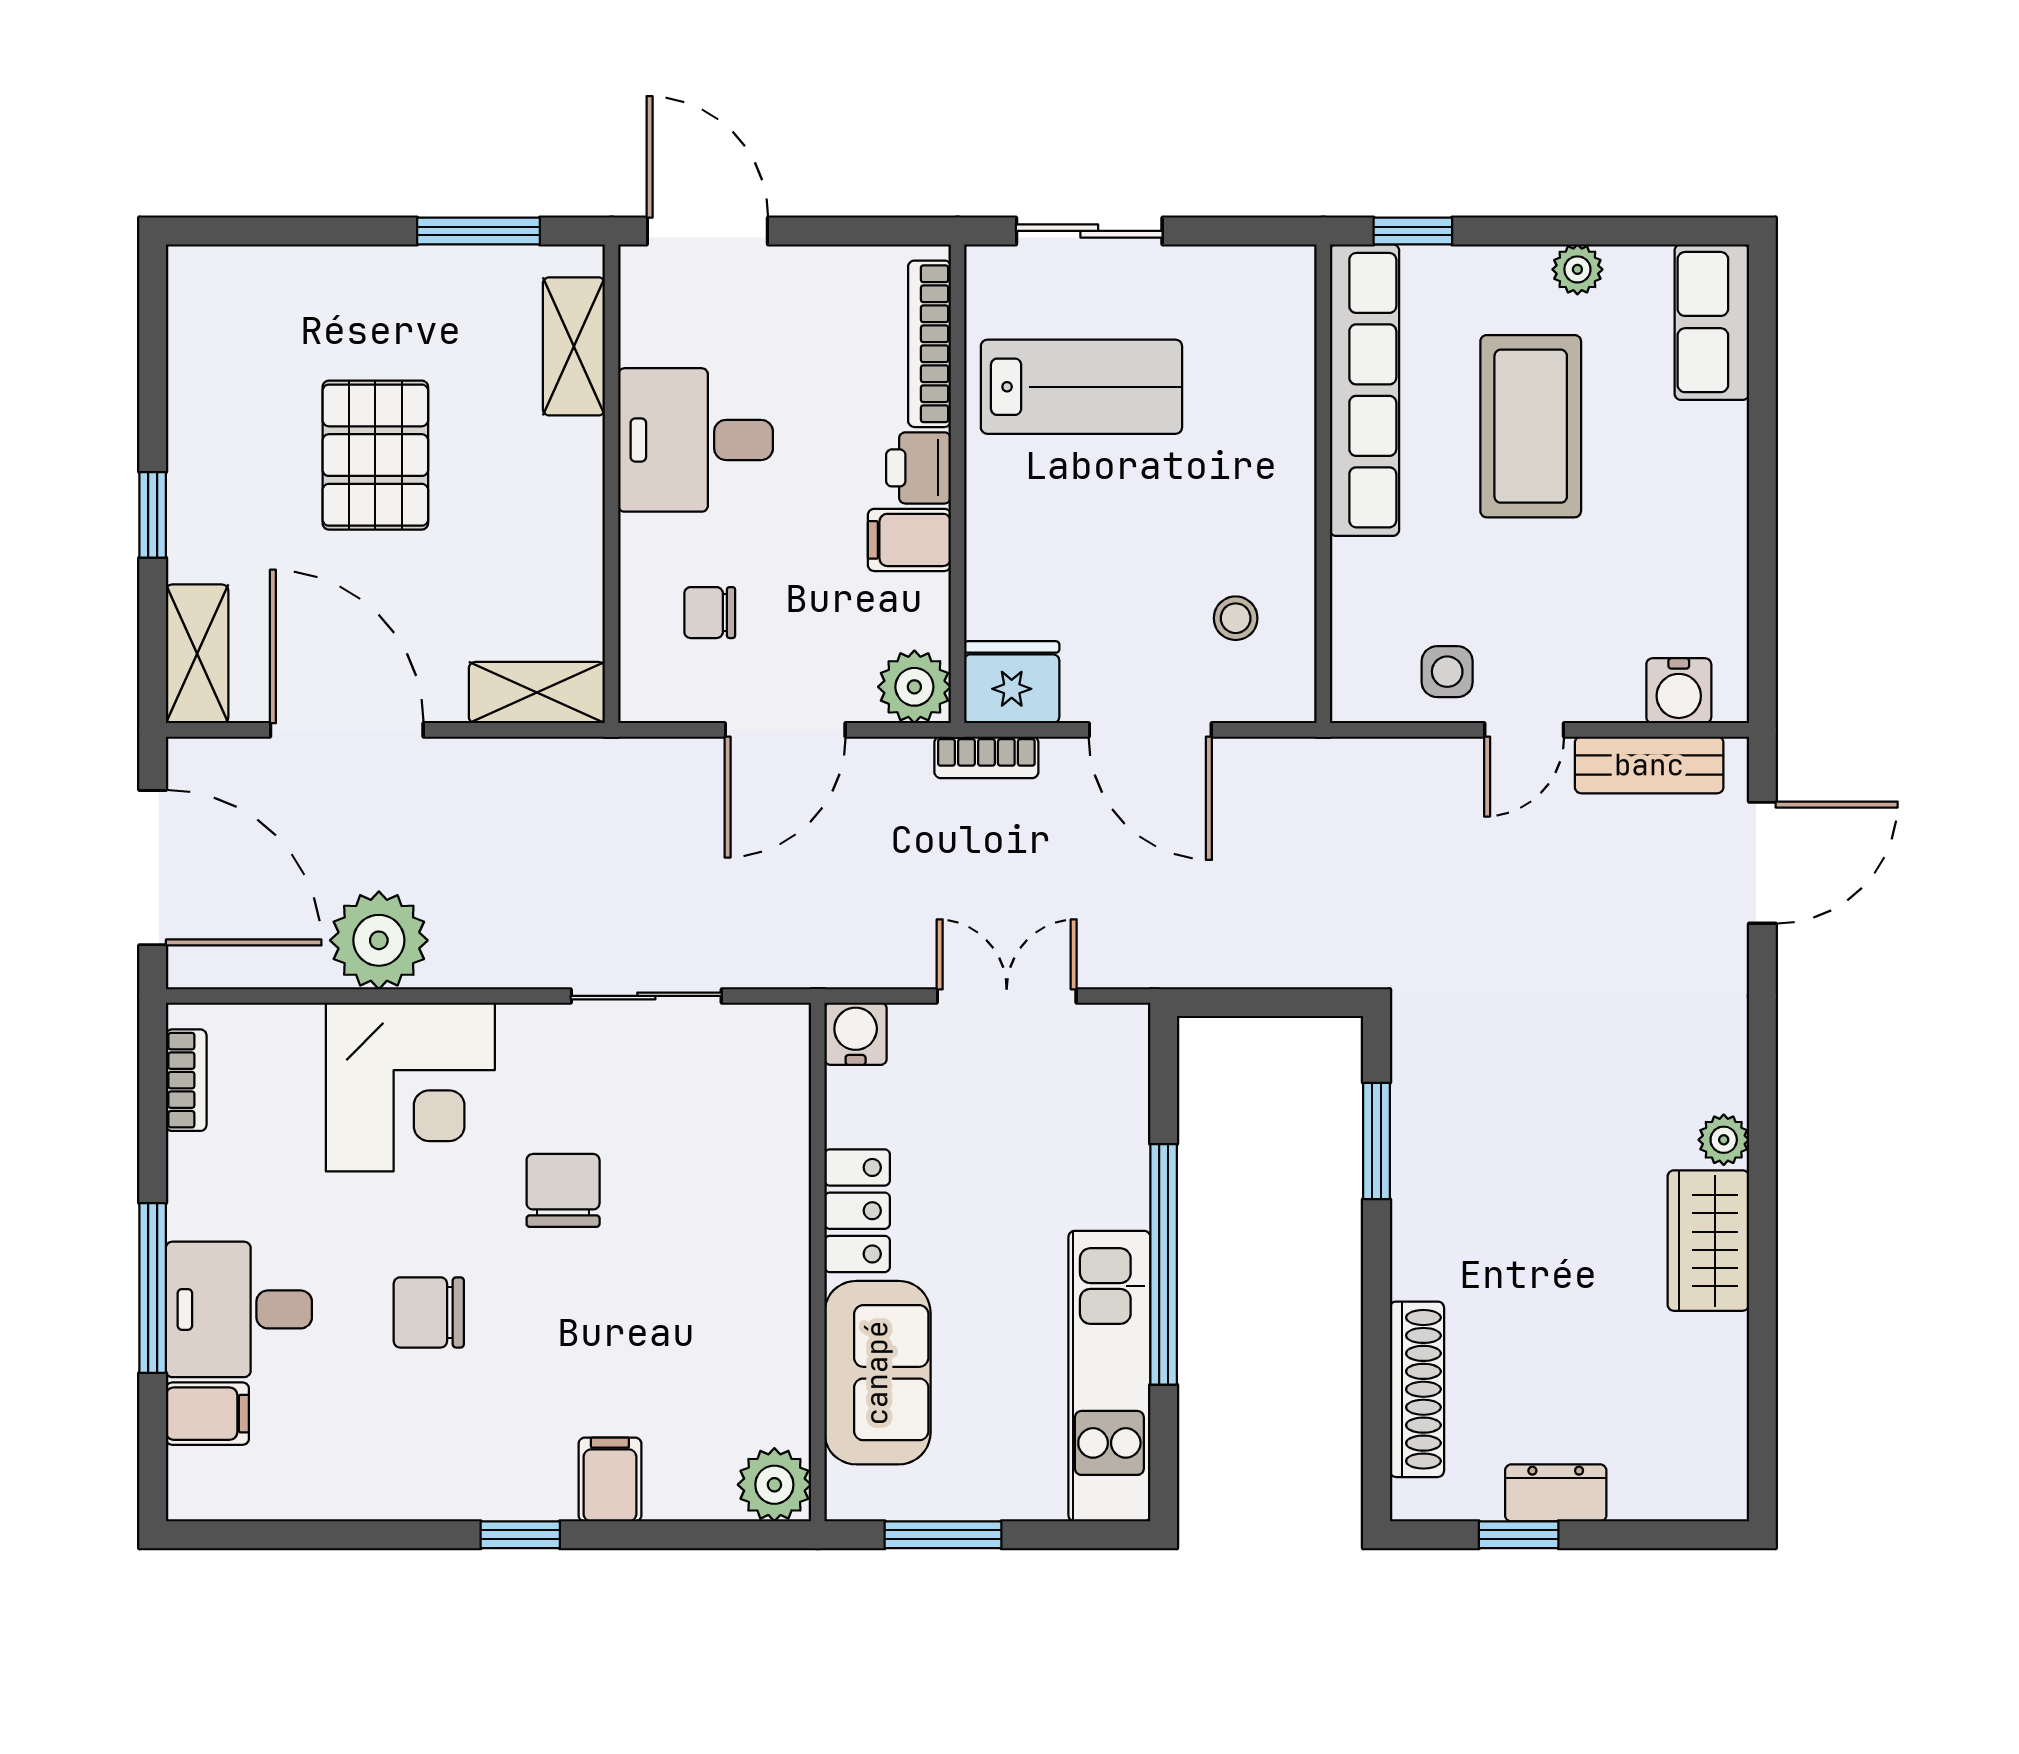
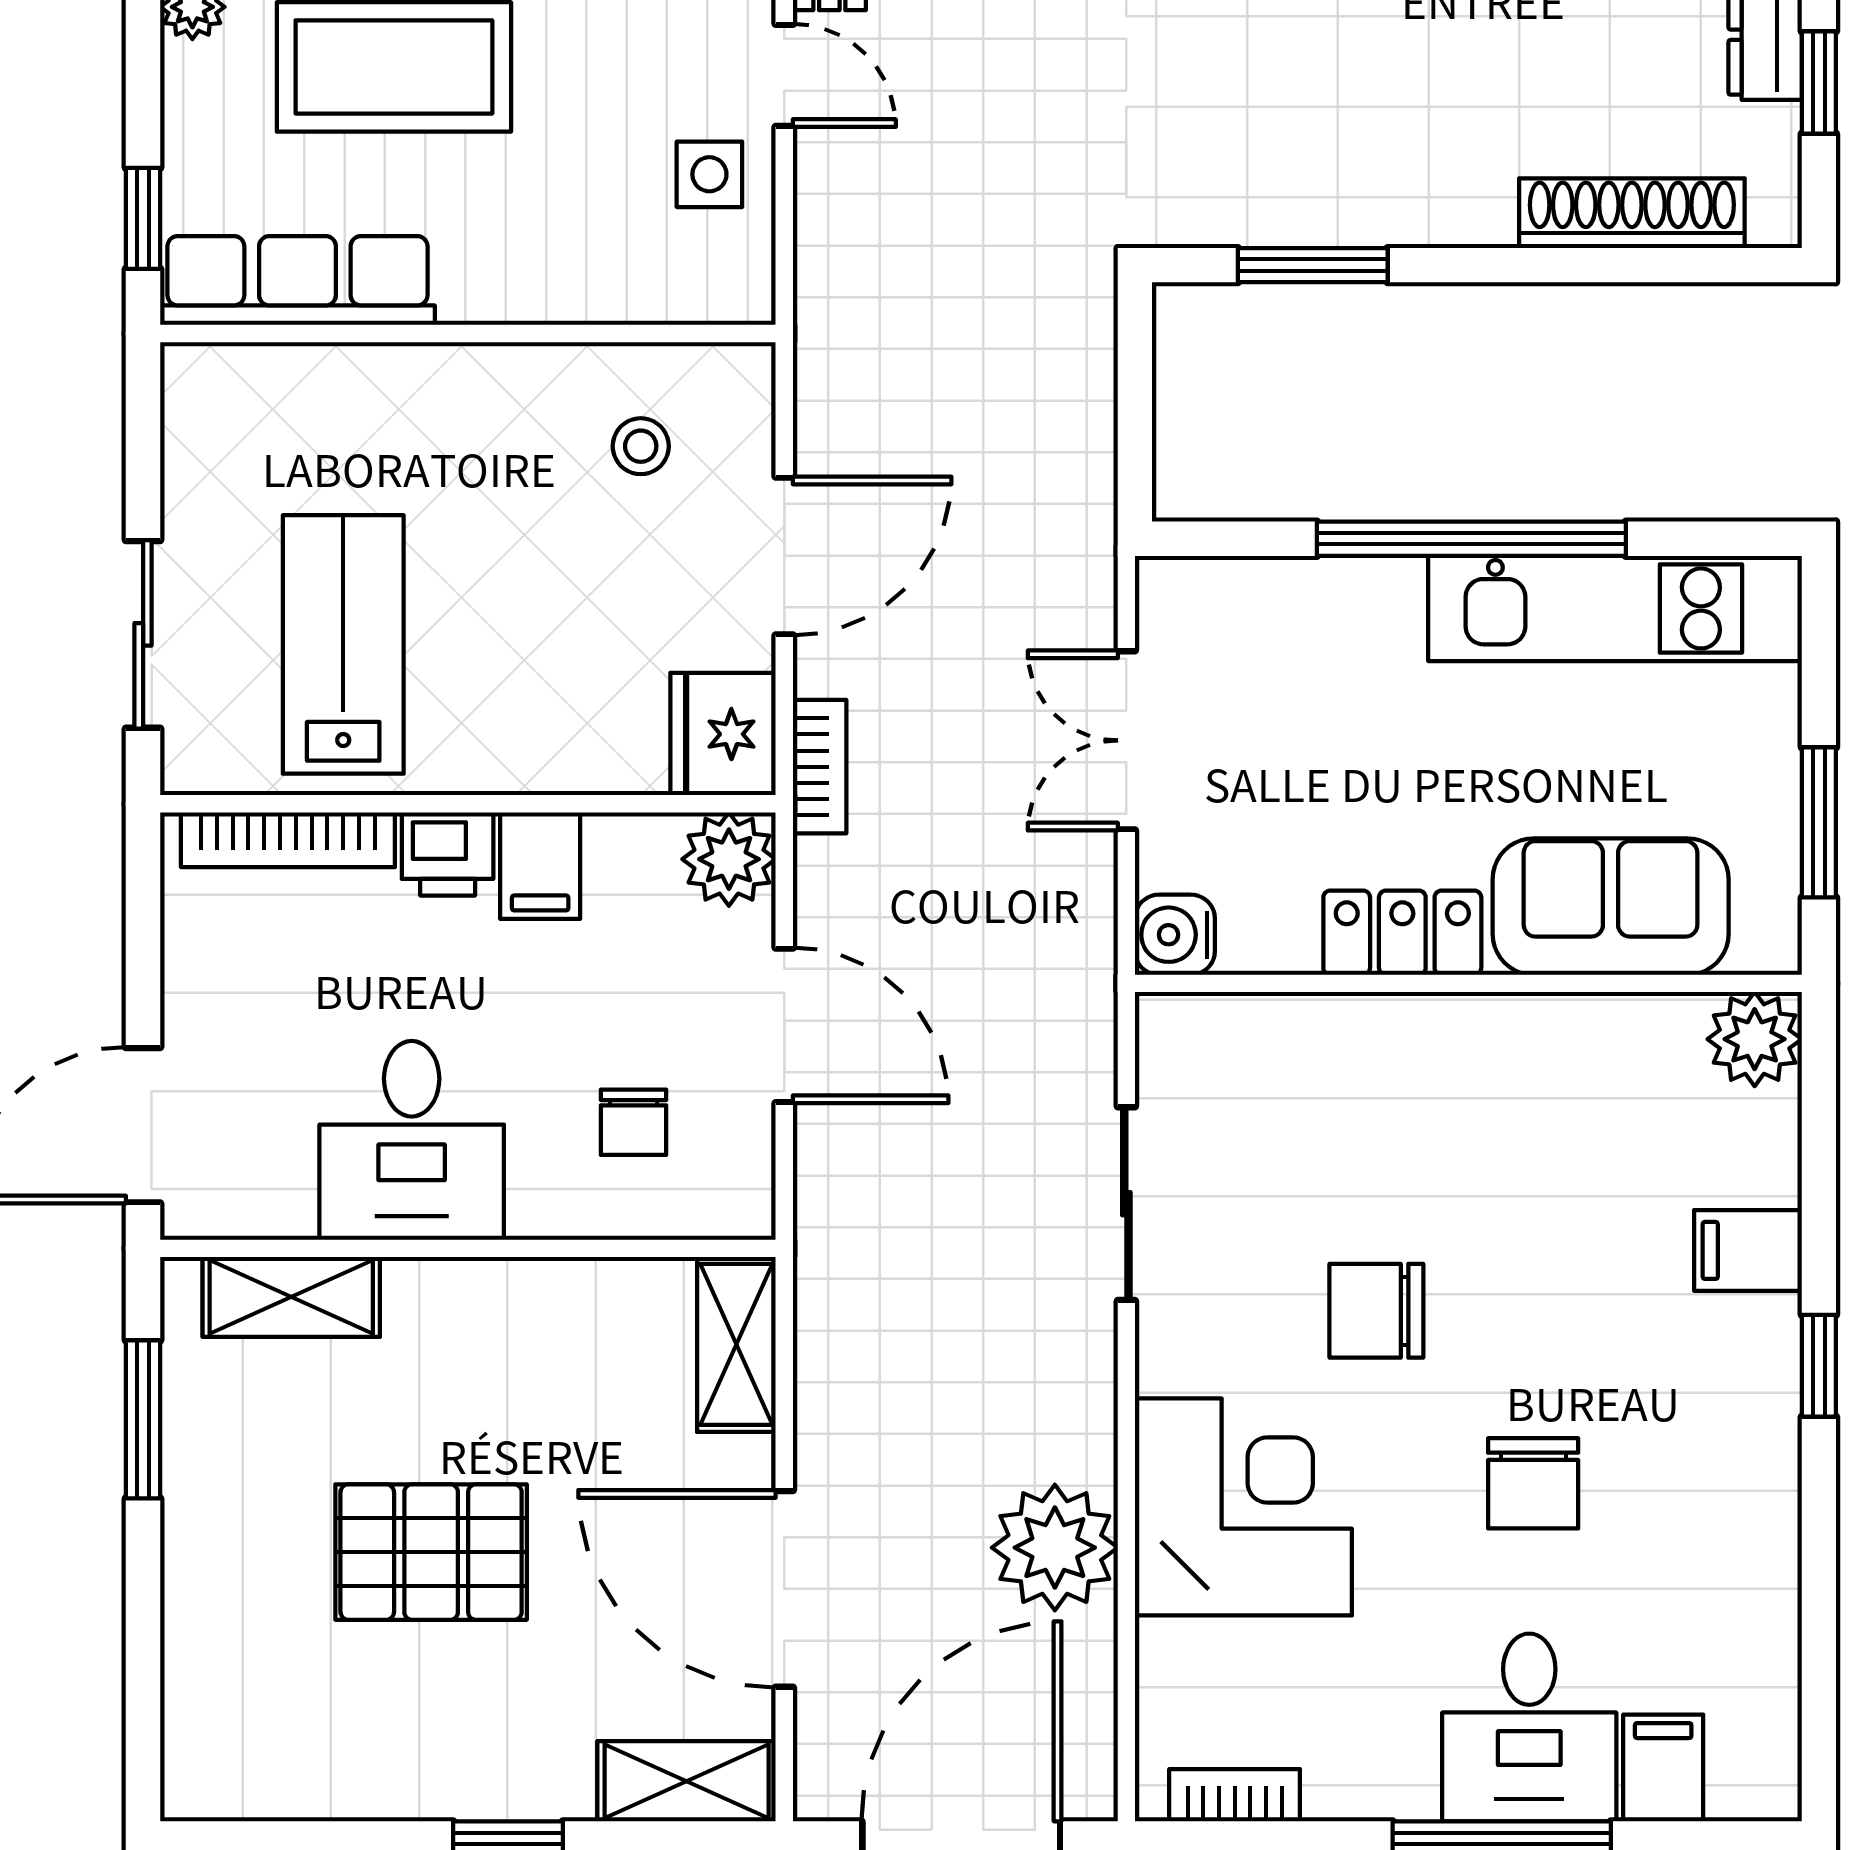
row of seats: (1365, 390) -> (297, 281), width x0.73
door: (347, 730) -> (784, 1589), hinge flipped

